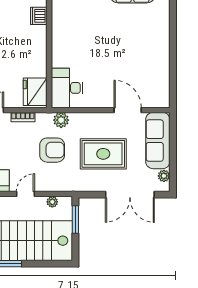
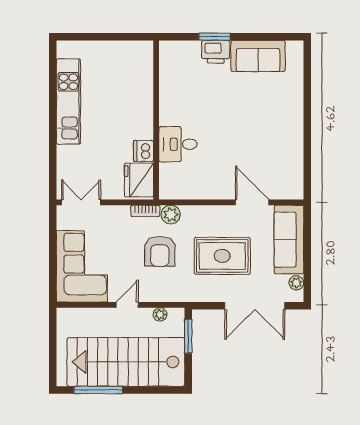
dishwasher: (39, 16) -> (144, 151), moved
desk: (67, 88) -> (178, 144), moved, width x0.73
bookcase: (23, 117) -> (145, 211), moved
armchair: (52, 150) -> (160, 251), turned 90

